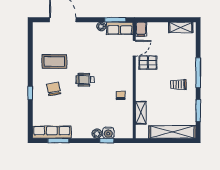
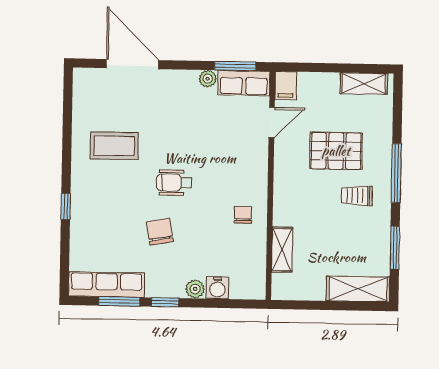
pallet: (148, 63) -> (336, 151), moved, width x1.50, depth x1.42
chair: (54, 89) -> (160, 232), moved
shelving: (172, 132) -> (358, 289), width x0.68
window: (107, 141) -> (165, 302), moved

